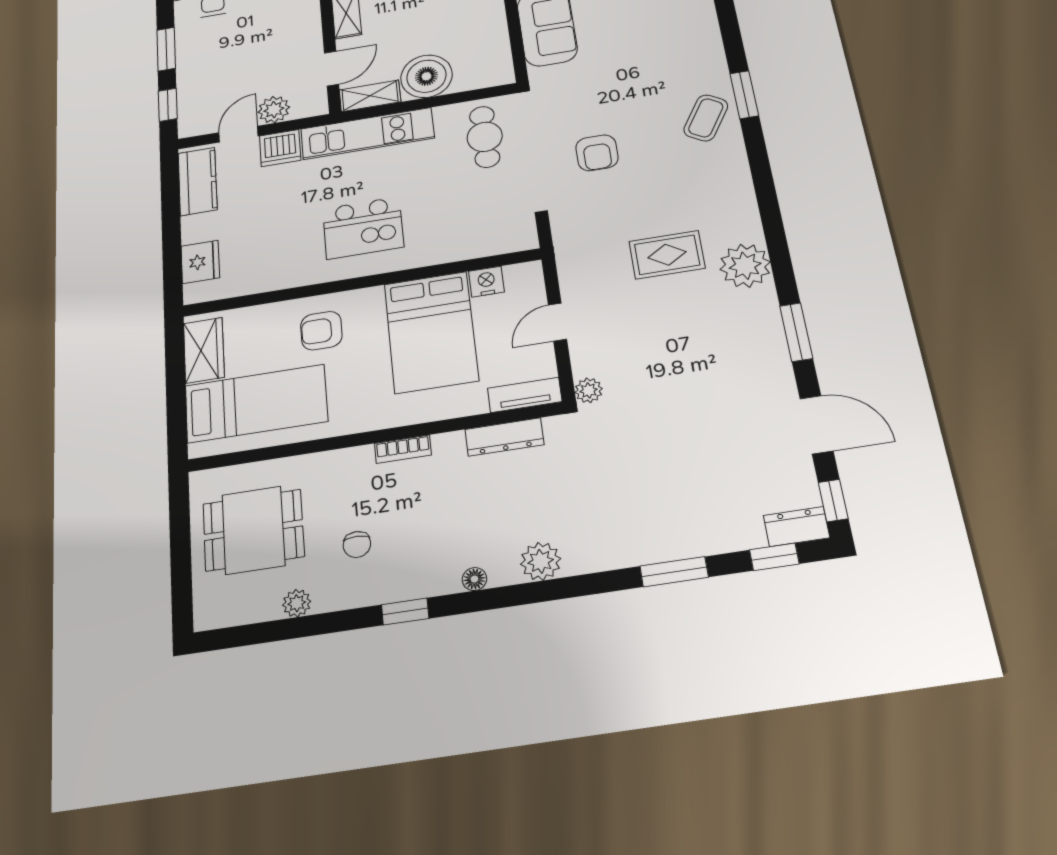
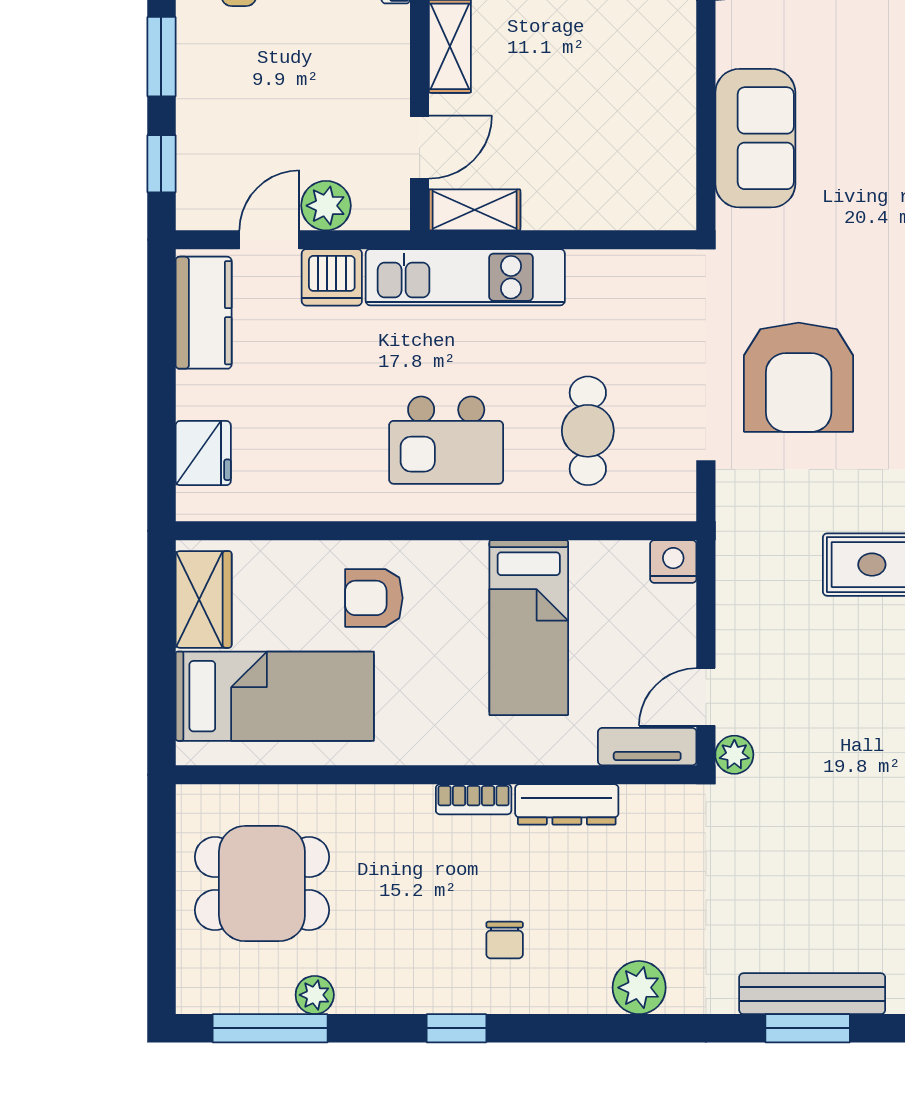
boiler: (426, 76) -> (563, 191), removed
cafe table: (485, 137) -> (588, 431), moved
armchair: (597, 153) -> (799, 377), width x1.88, depth x1.88
nightstand: (486, 282) -> (673, 561), moved
door: (557, 322) -> (706, 697), moved
bed: (431, 332) -> (529, 628), width x0.67
dresser: (504, 437) -> (567, 804), moved
chair: (357, 544) -> (505, 940), moved
bench: (673, 546) -> (812, 994), added
floor lamp: (474, 579) -> (551, 998), removed
window: (265, 632) -> (270, 1028), added

